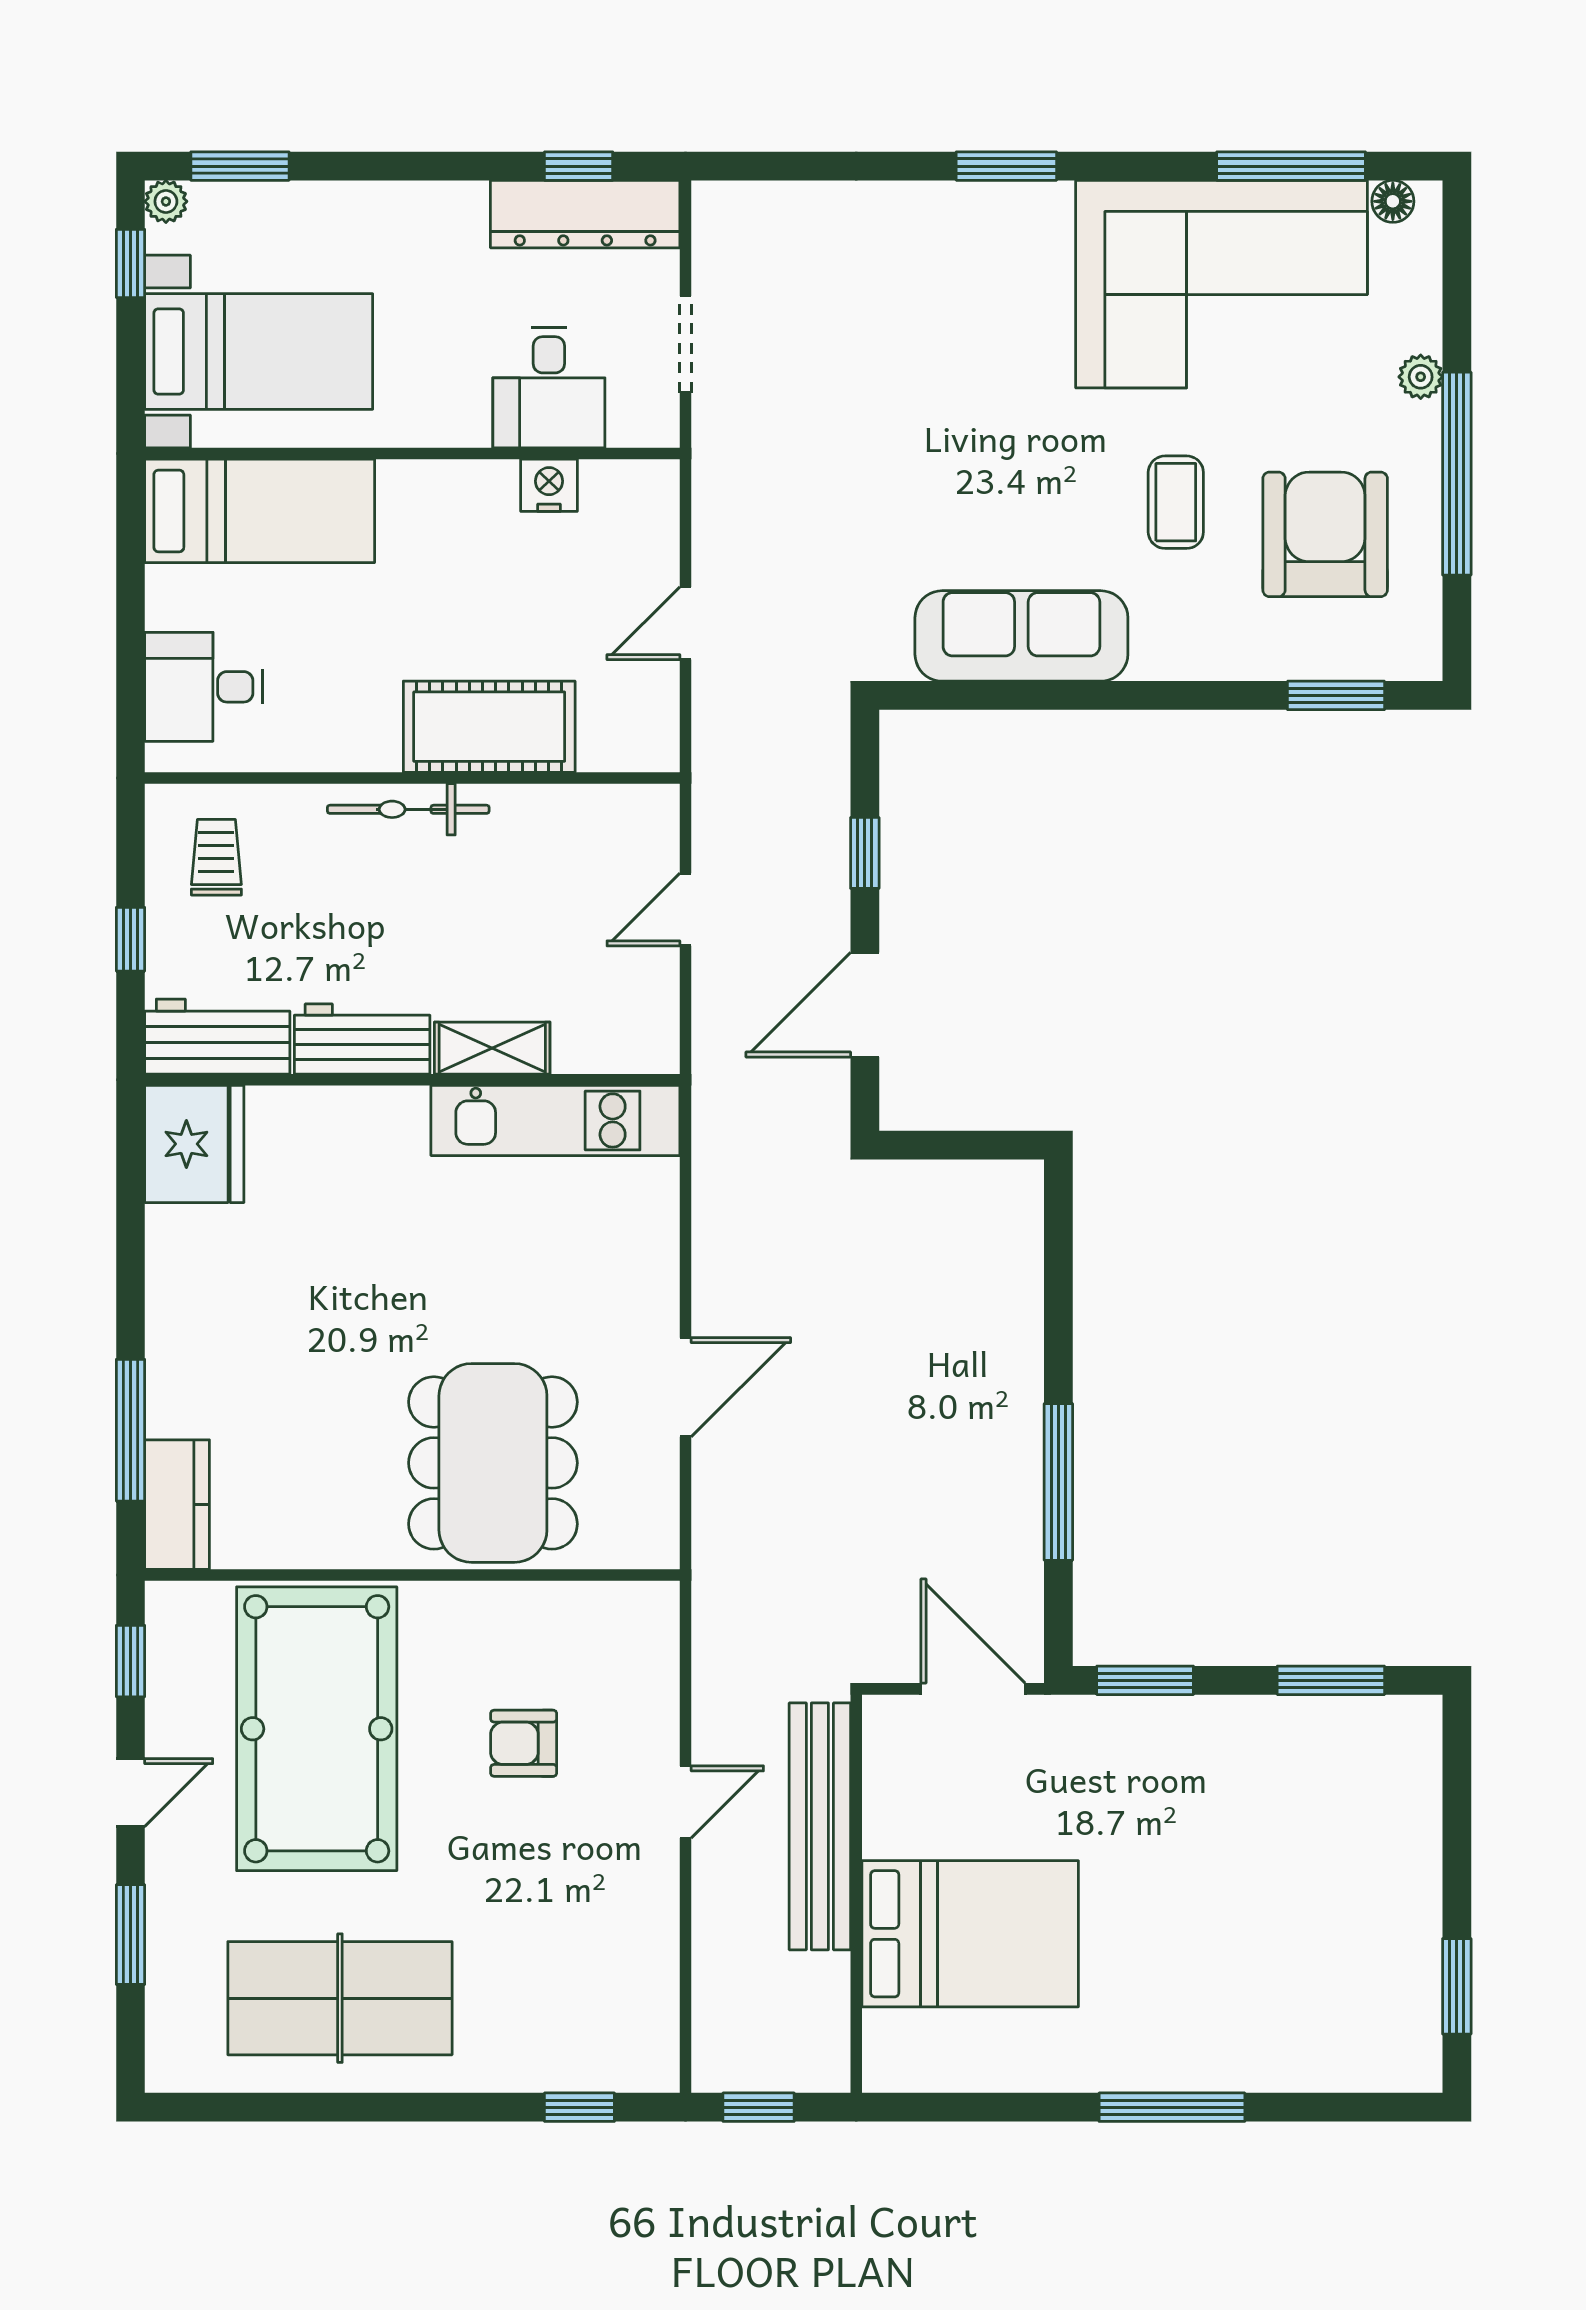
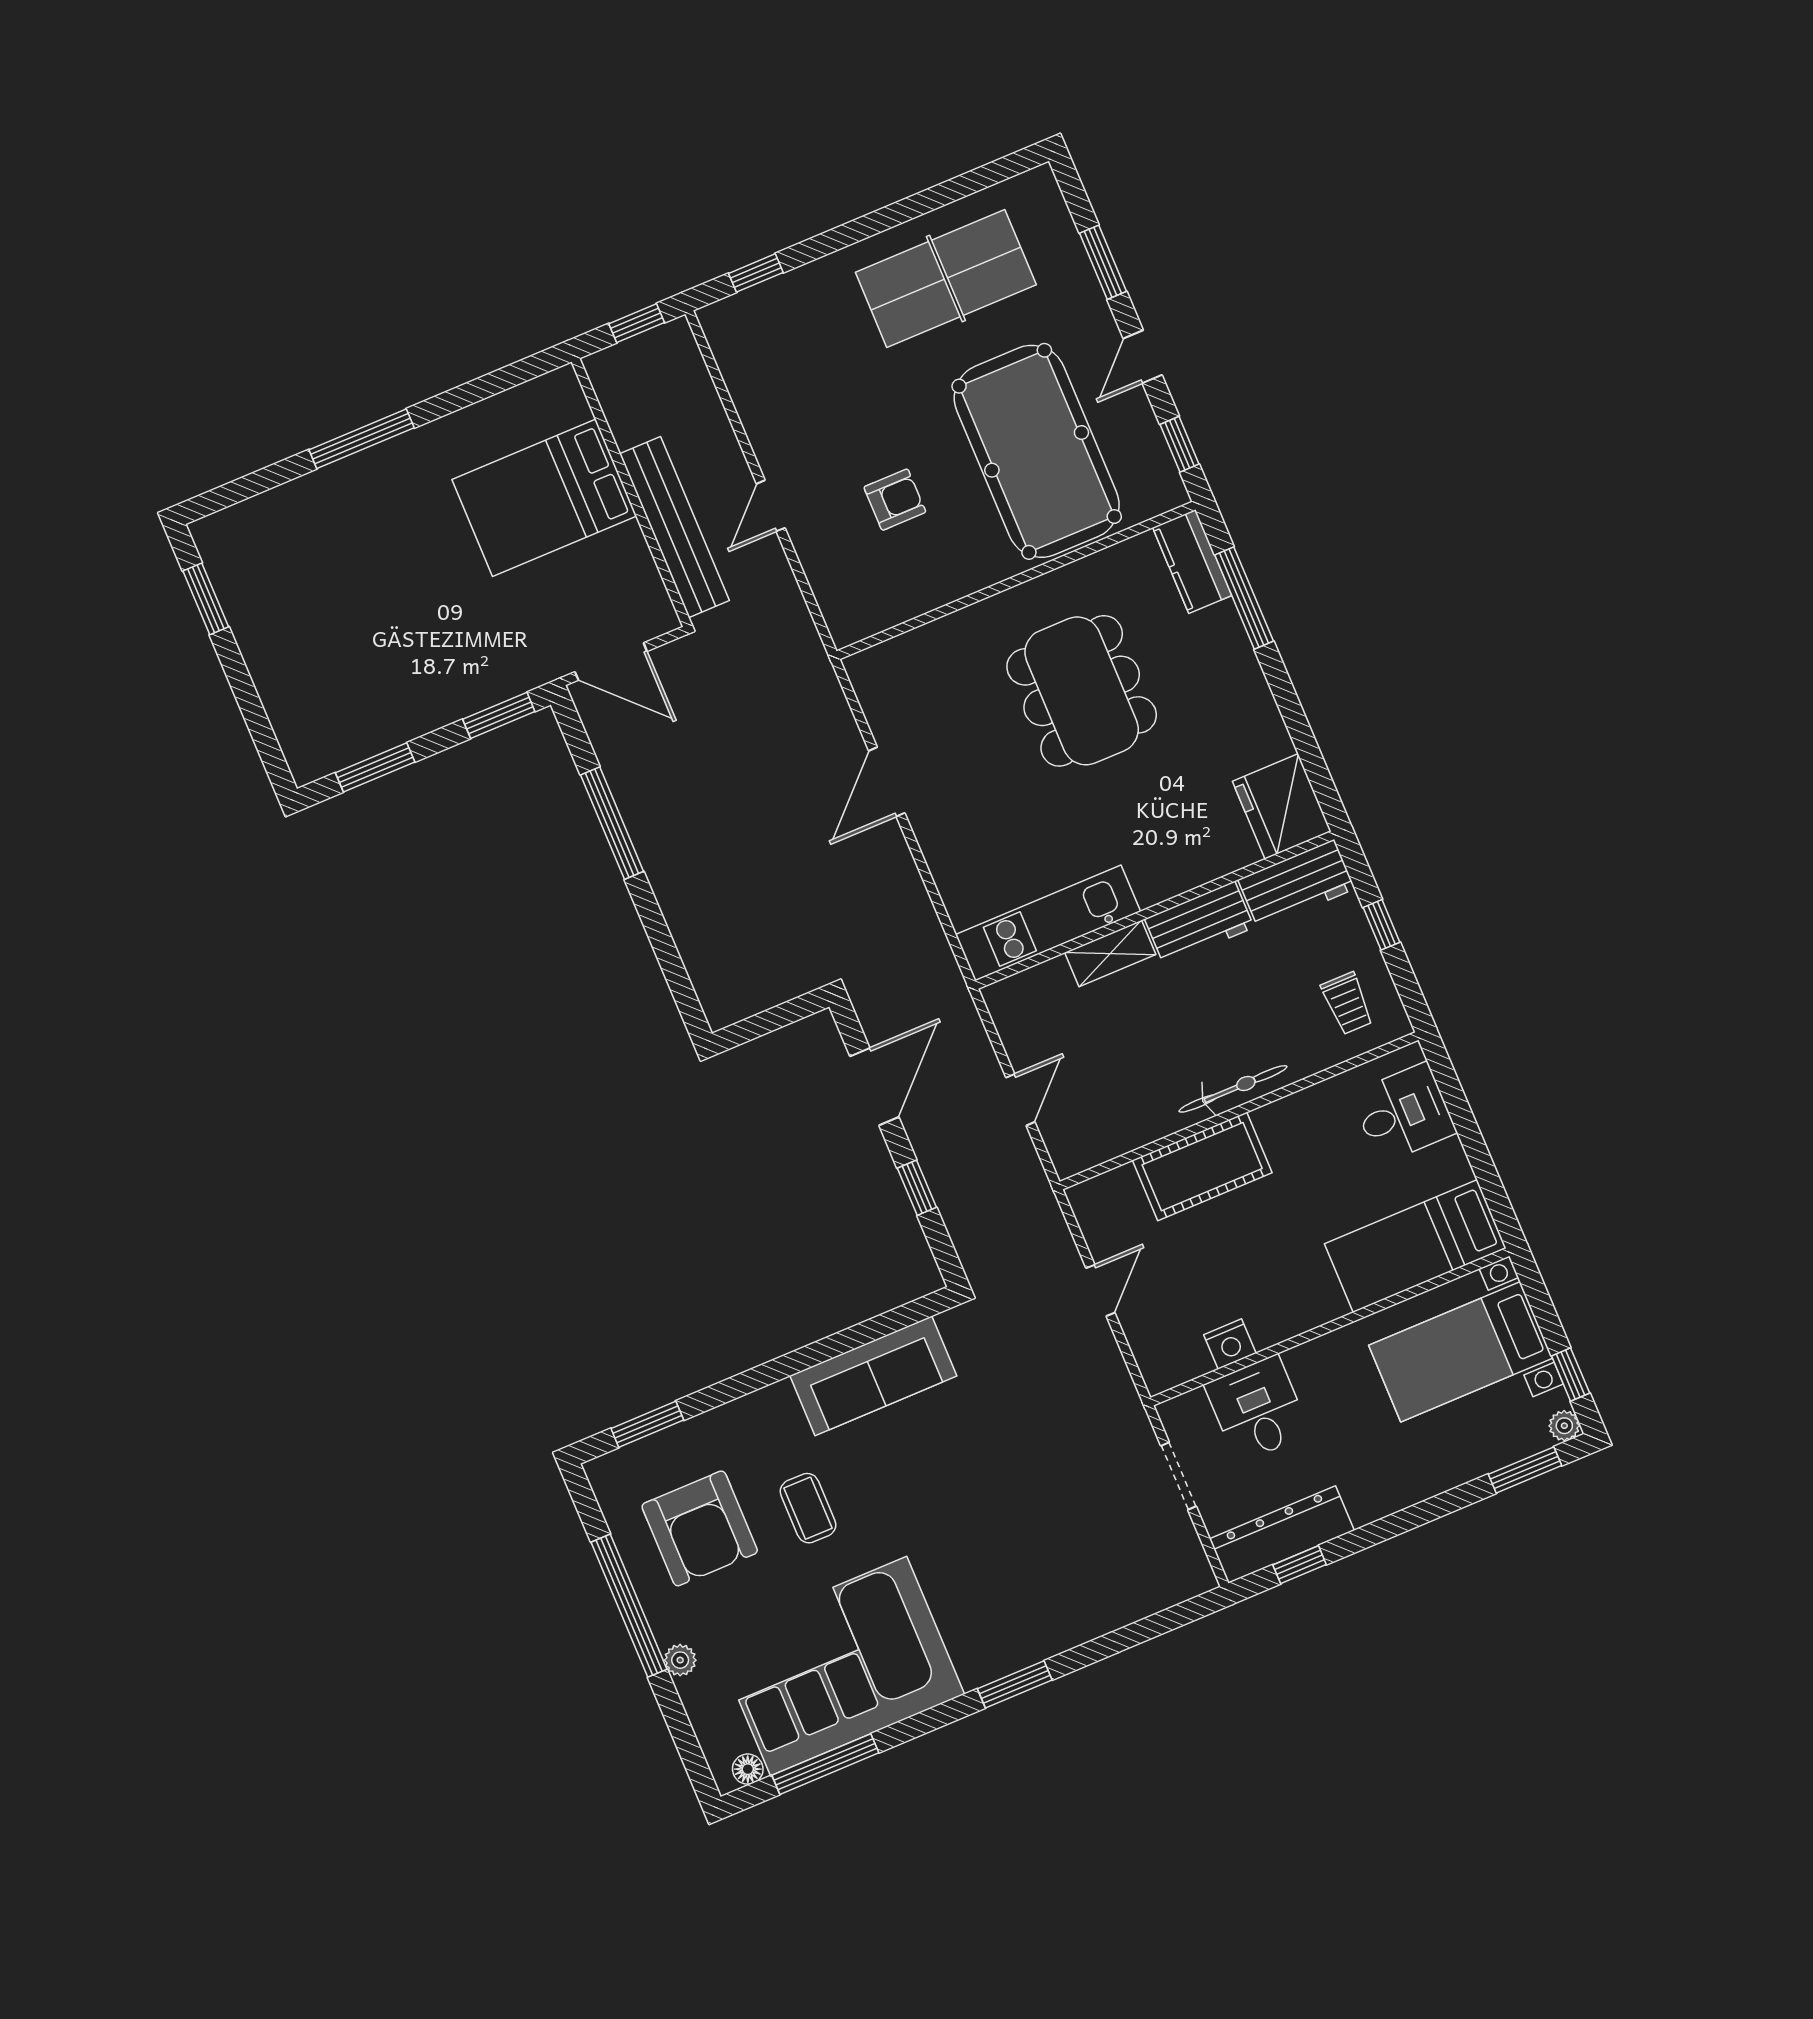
dining table: (493, 1463) -> (1082, 691), moved

